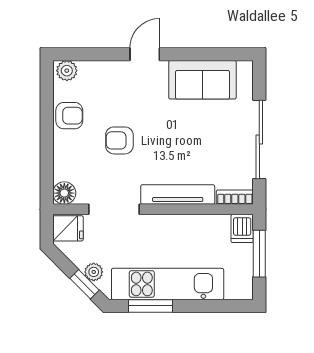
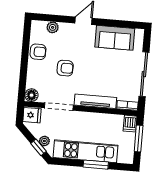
plant: (67, 71) -> (53, 27), moved
armchair: (119, 140) -> (65, 68), turned 180
window: (151, 306) -> (96, 165), moved

